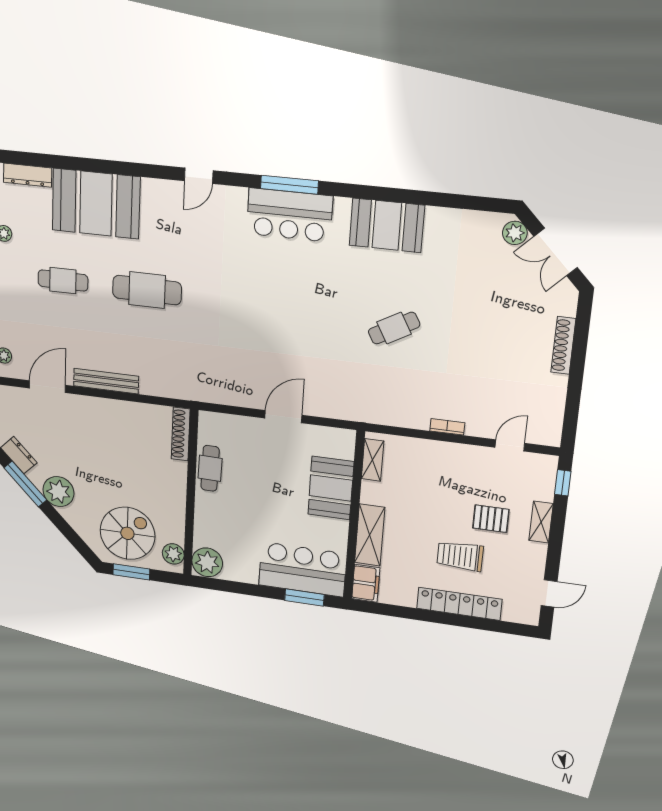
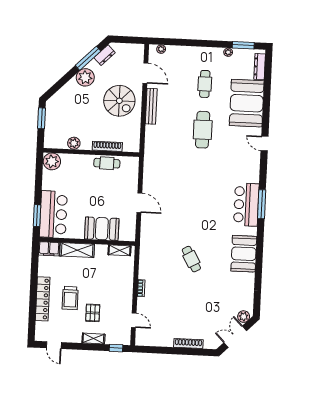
door: (199, 176) -> (264, 143), moved
shoe rack: (181, 434) -> (107, 146), moved
spiral stairs: (127, 533) -> (119, 101), moved
plant: (173, 554) -> (74, 143), moved
trolley: (460, 556) -> (70, 298), turned 180

